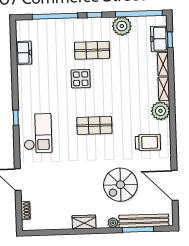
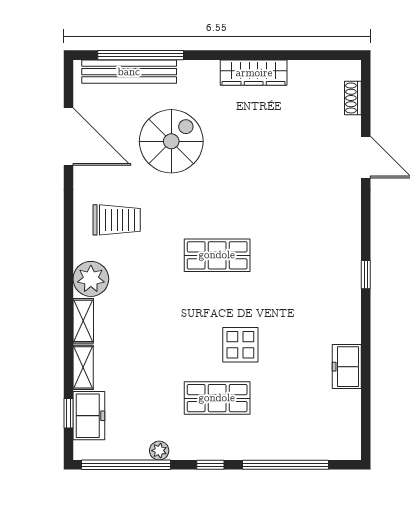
plant: (122, 26) -> (159, 451), width x0.53, depth x0.53
freezer: (24, 53) -> (347, 367), moved
checkout: (38, 133) -> (325, 244), removed
trolley: (148, 142) -> (117, 220), turned 180
wardrobe: (84, 222) -> (254, 73), width x1.50
plant: (113, 223) -> (188, 70), removed
window: (138, 230) -> (141, 55), width x1.46

